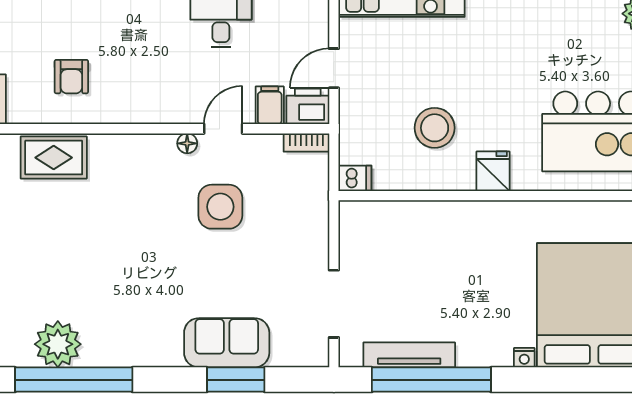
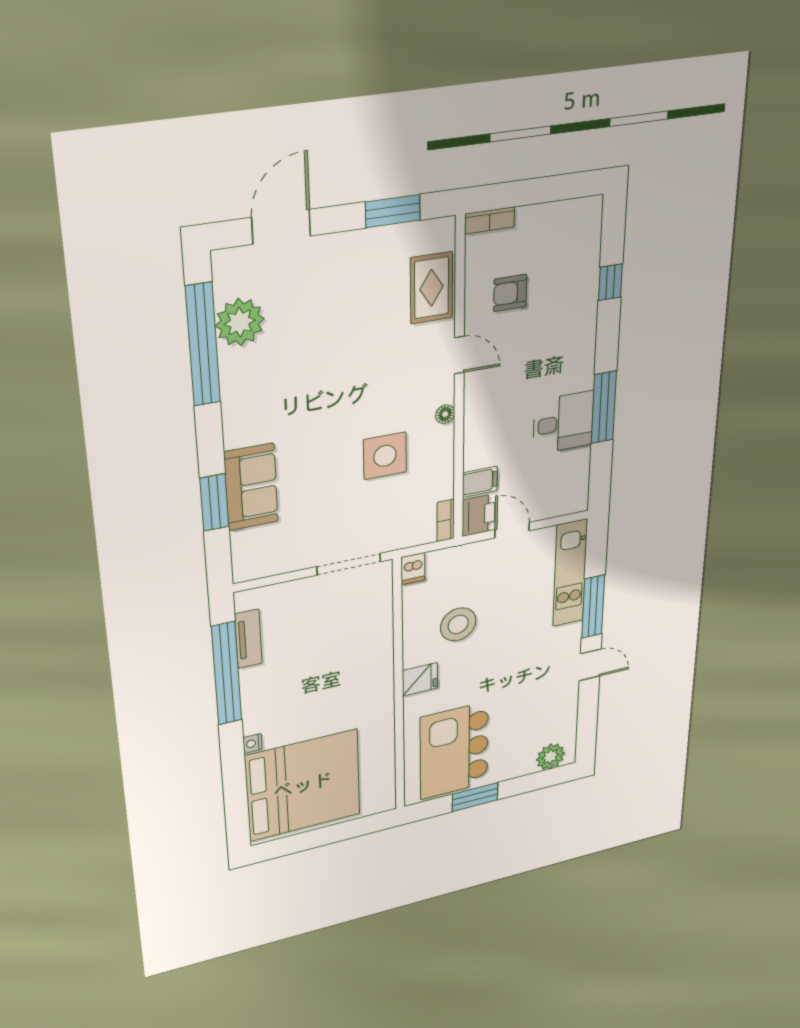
door: (223, 129) -> (459, 355), moved
doorway: (334, 304) -> (349, 564), moved
tv unit: (409, 355) -> (248, 639), width x0.71

